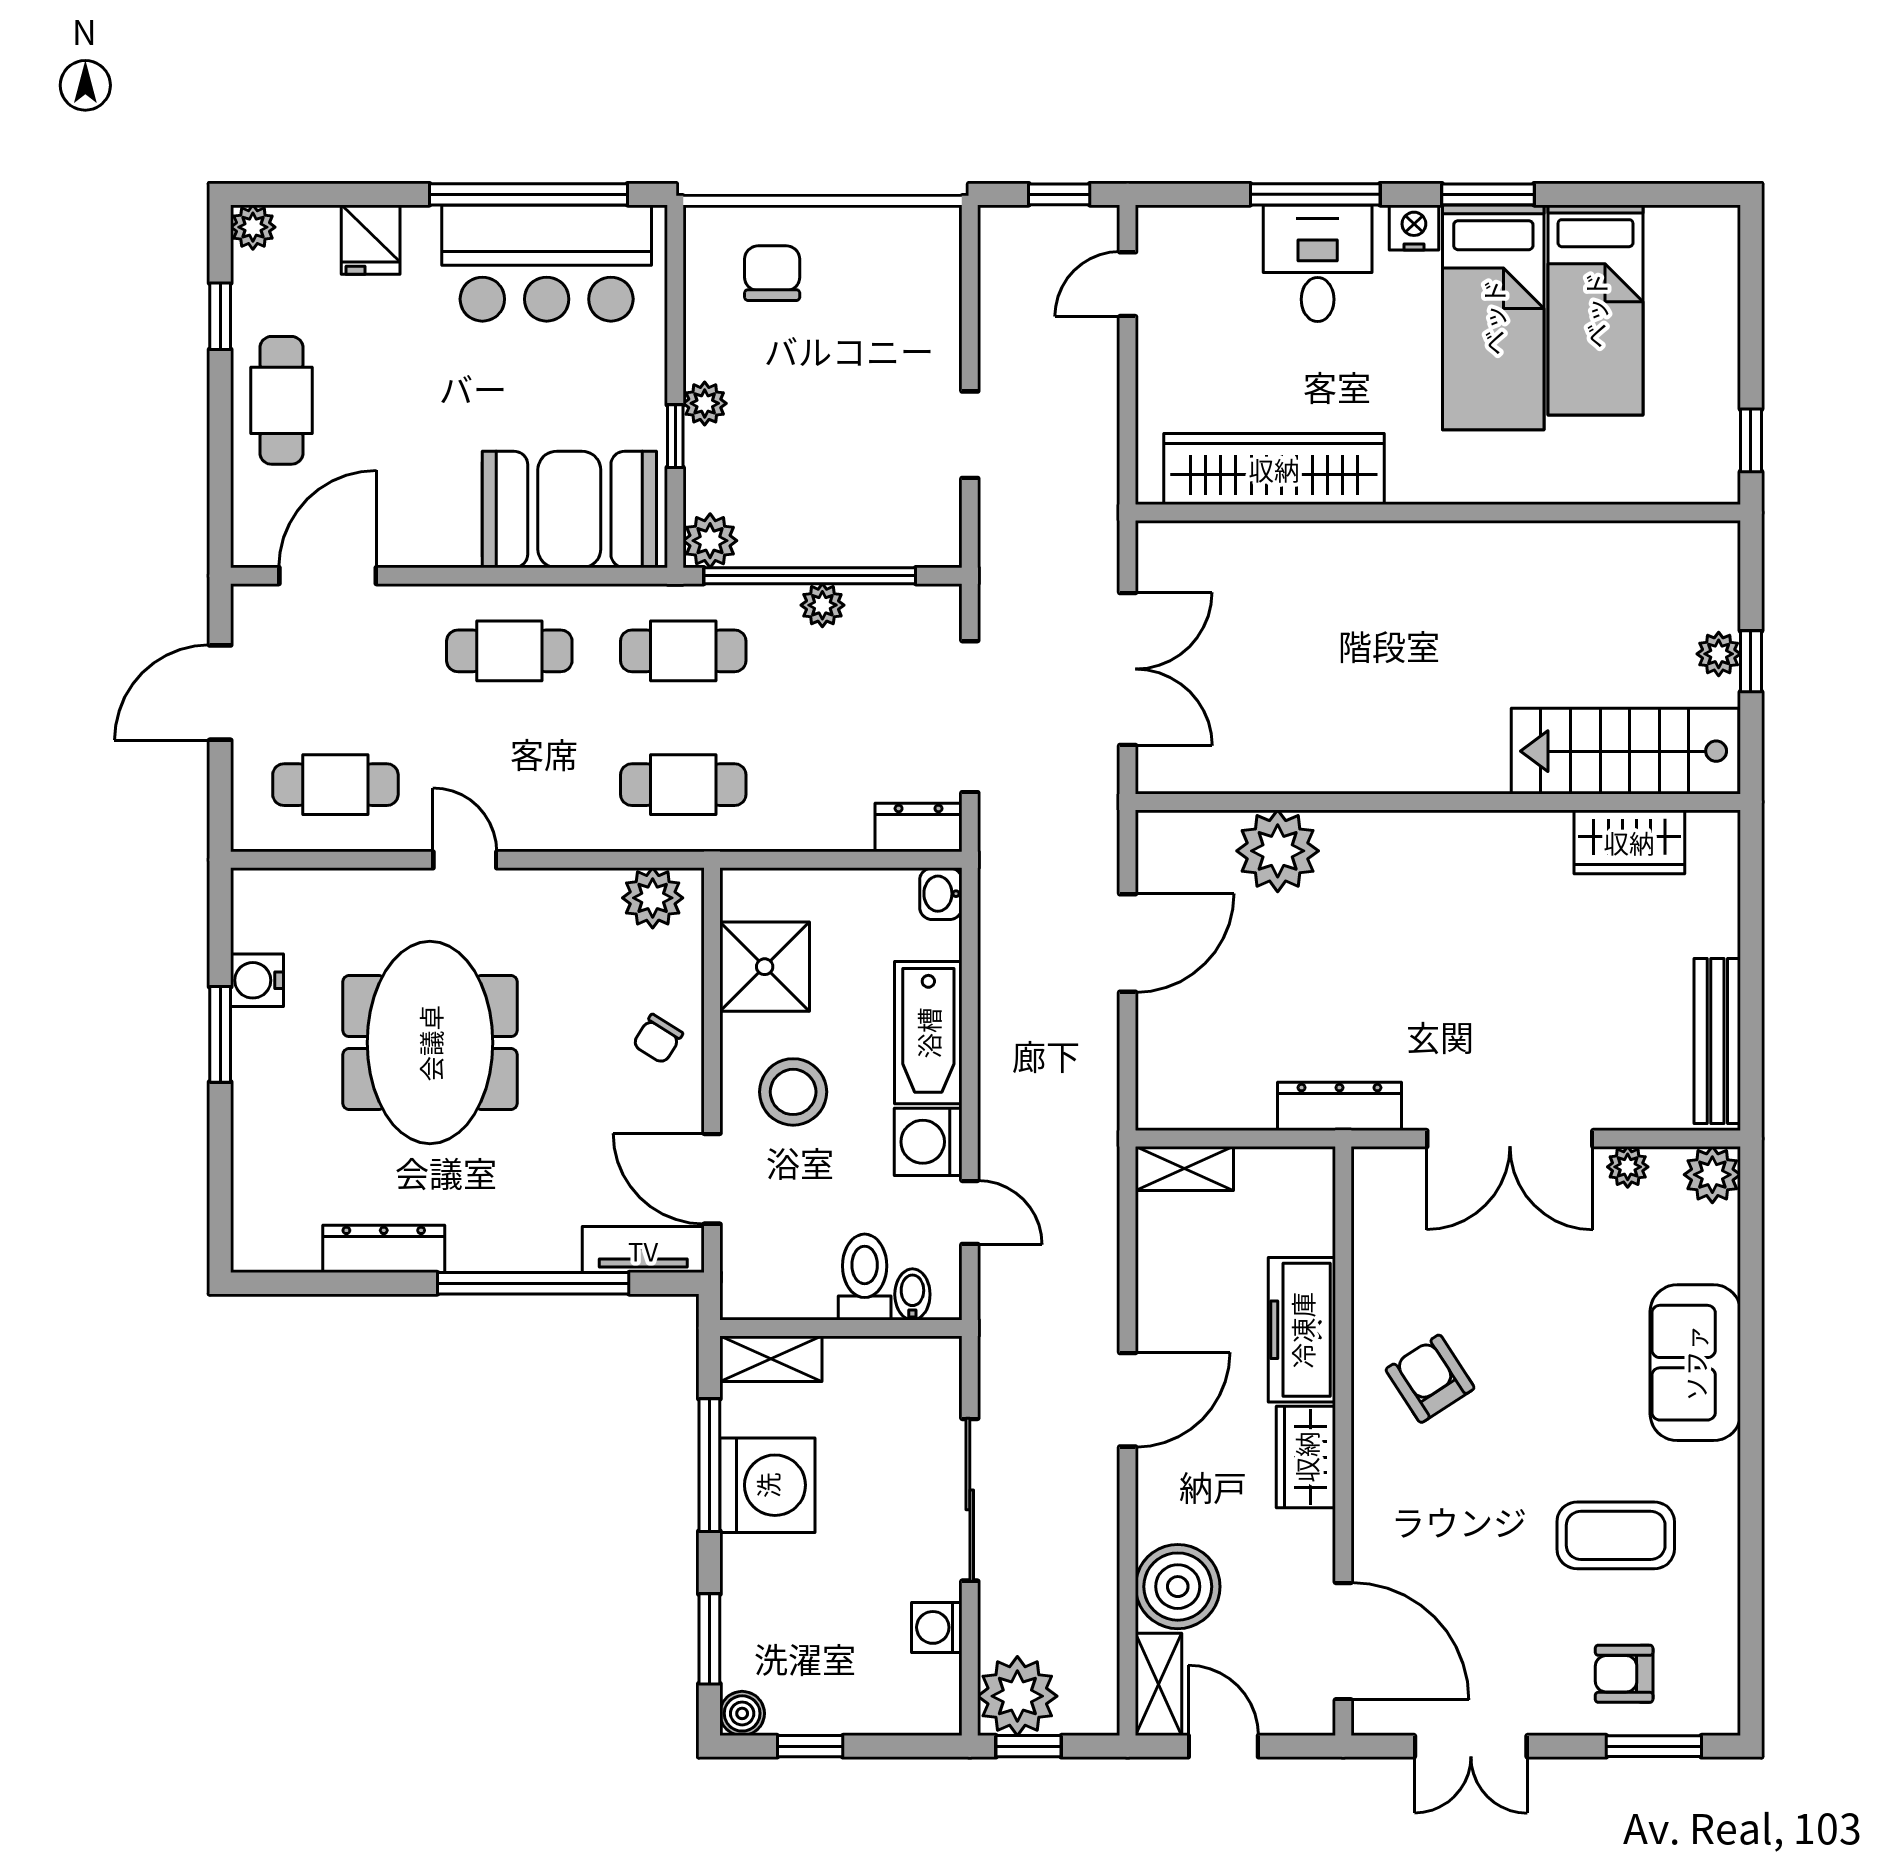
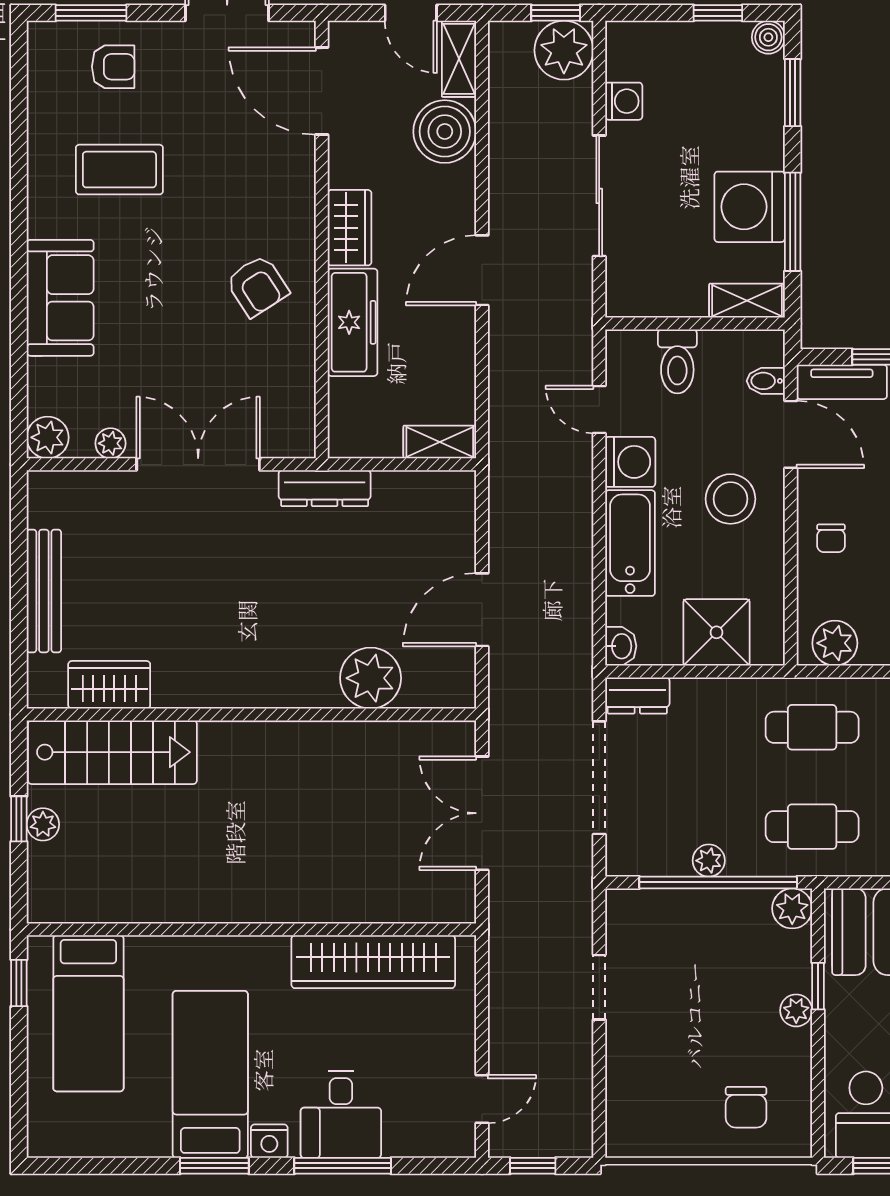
bed: (1595, 310) -> (88, 1013), moved, turned 180
shower: (765, 967) -> (716, 632), moved
chair: (658, 1039) -> (831, 538), turned 148
bench: (1717, 1041) -> (44, 591), moved
bidet: (912, 1294) -> (766, 381), moved, turned 90

